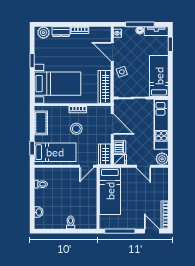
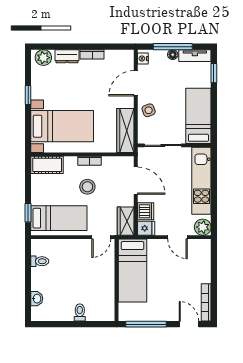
door: (112, 52) -> (136, 83), hinge flipped
cot: (41, 123) -> (47, 165), moved, turned 90

